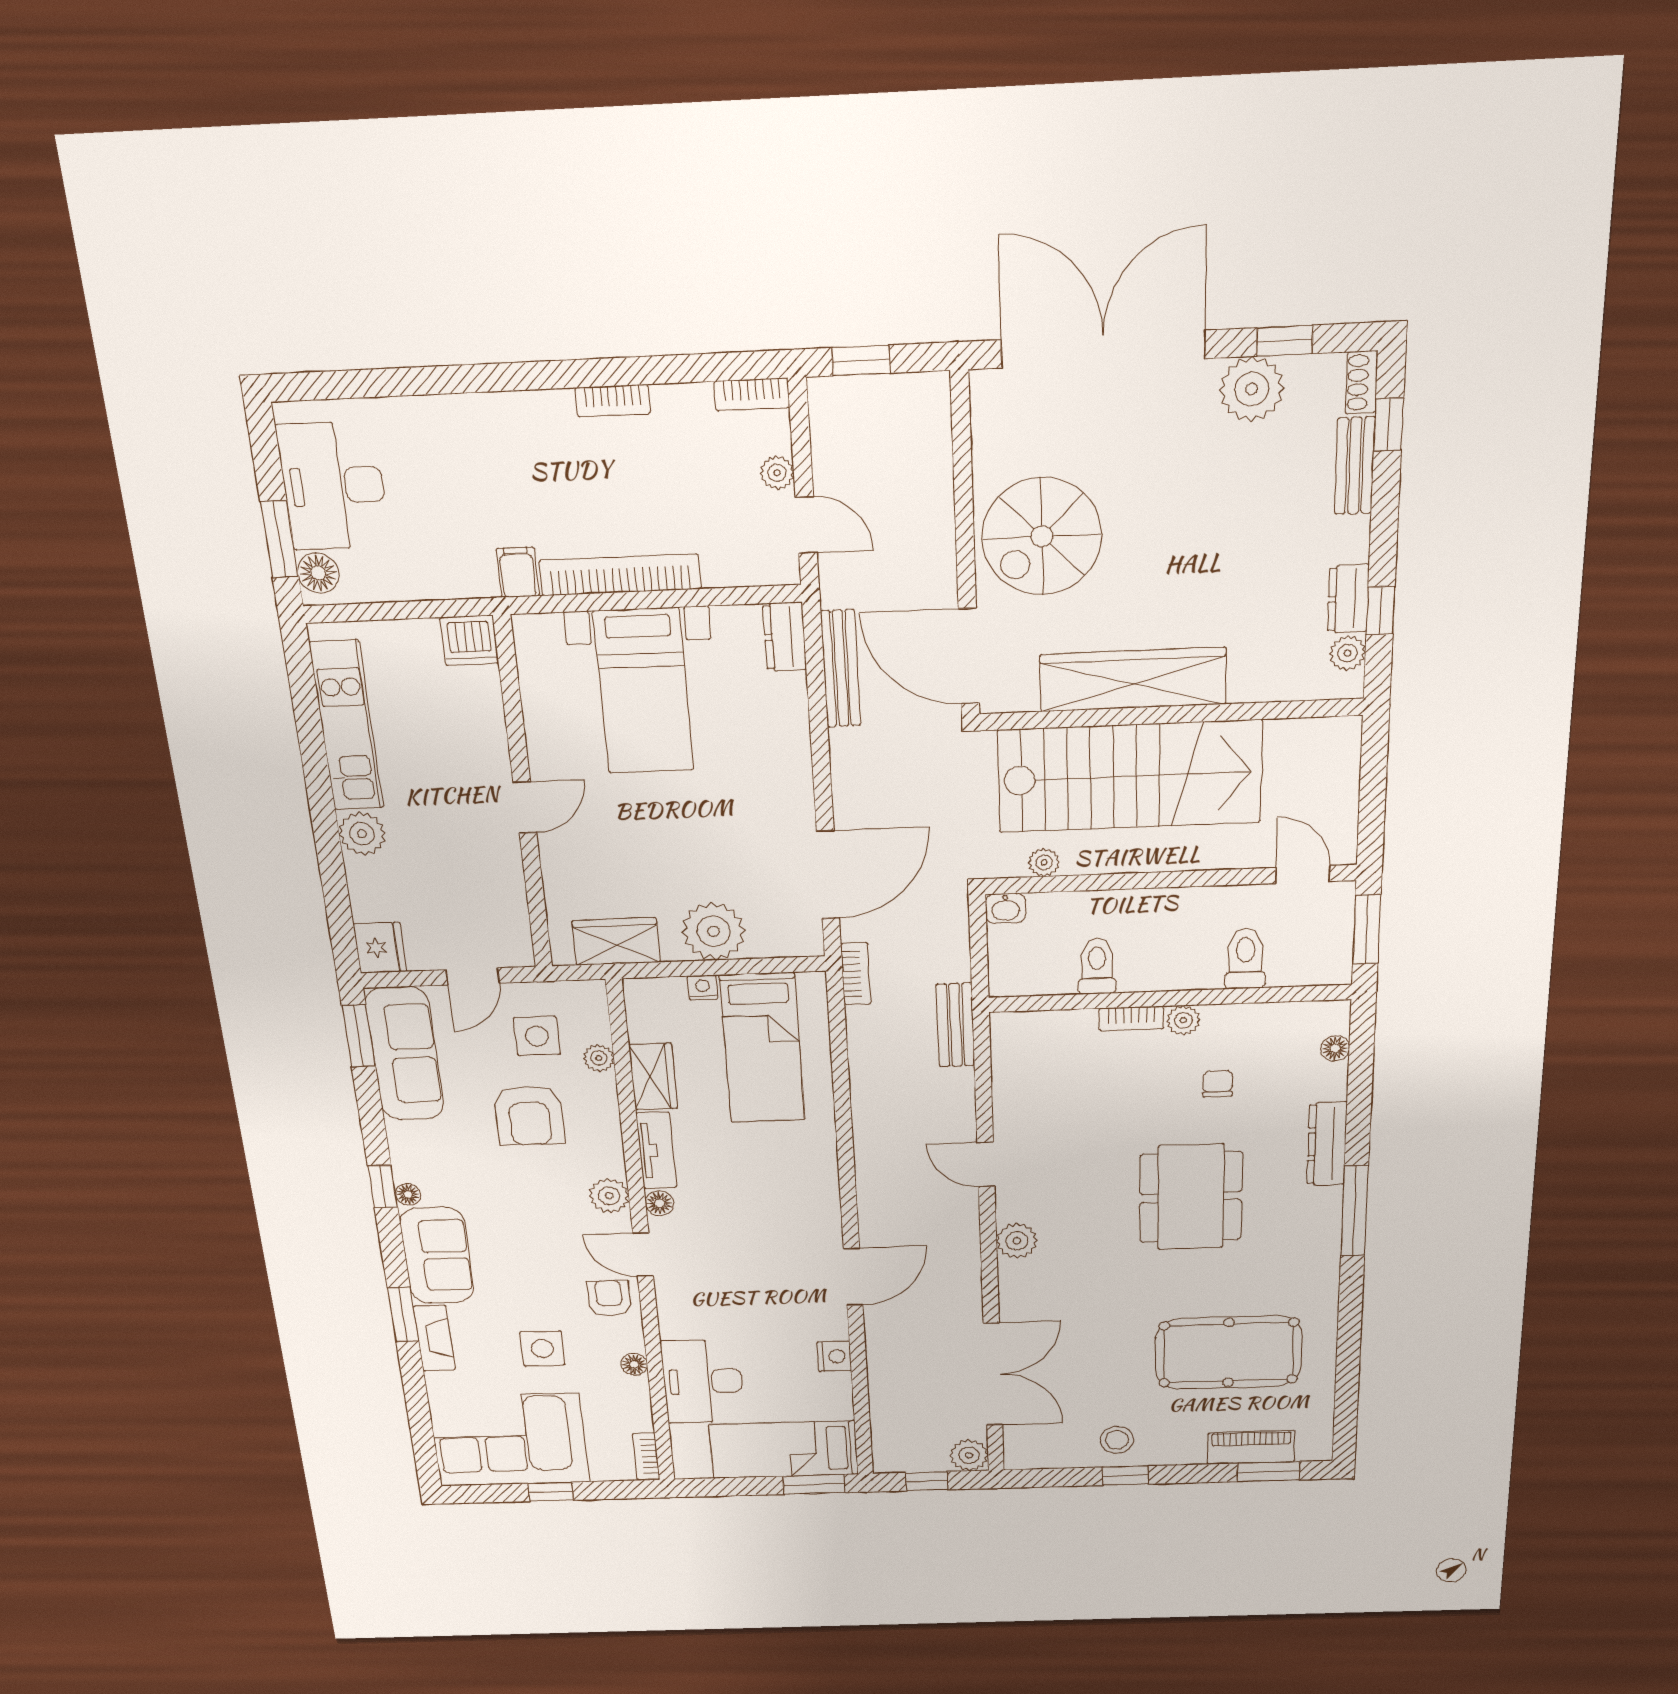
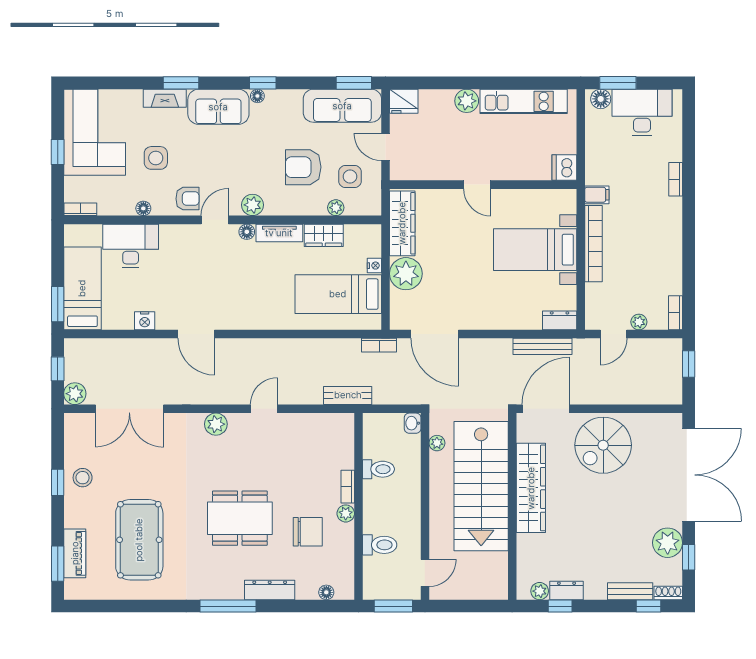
bookcase: (613, 401) -> (676, 179), moved
spiral stairs: (1042, 536) -> (603, 445), turned -90
wardrobe: (616, 941) -> (402, 223), width x1.50
chair: (1218, 1084) -> (308, 532), width x1.87, depth x1.87

